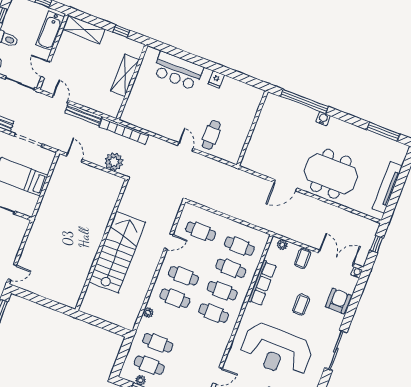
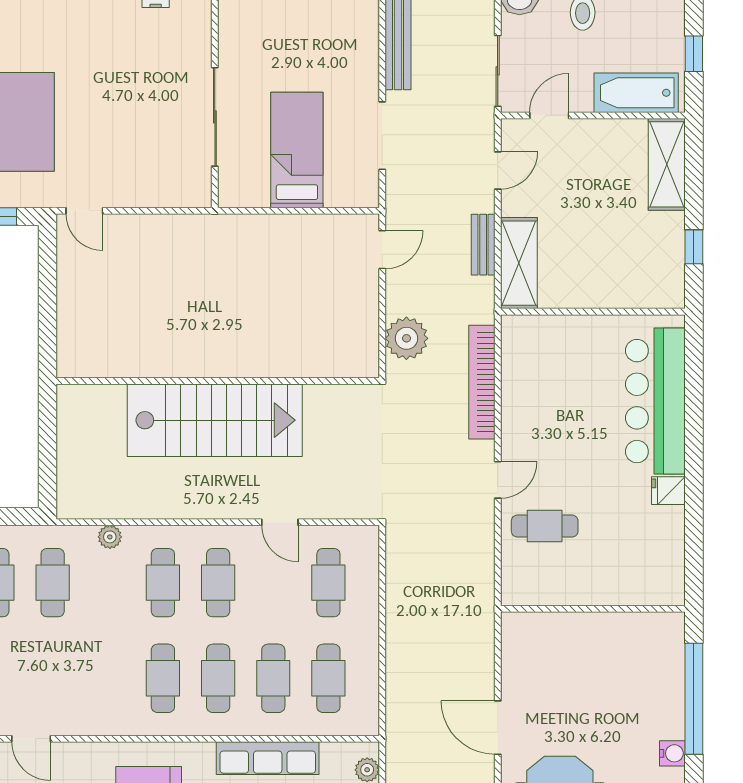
bar counter: (178, 71) -> (655, 401), width x1.36
shelving: (125, 75) -> (519, 263), moved, turned 90
bench: (83, 114) -> (483, 245), width x0.73
bookcase: (124, 131) -> (482, 382), moved

